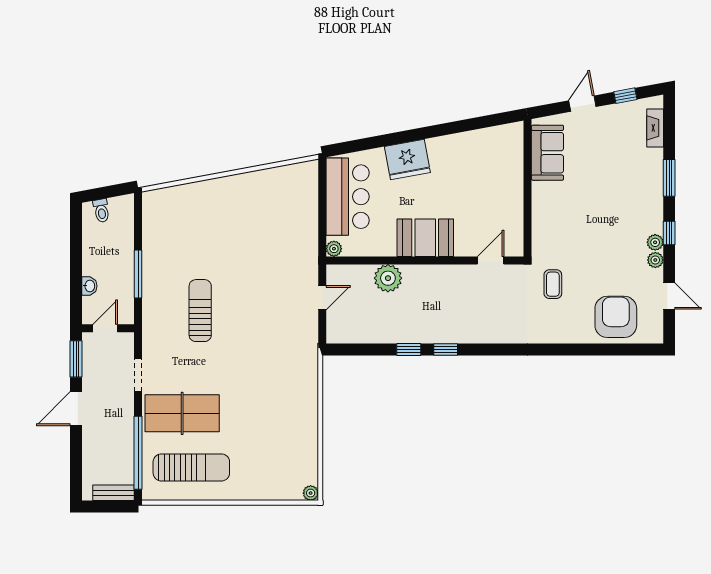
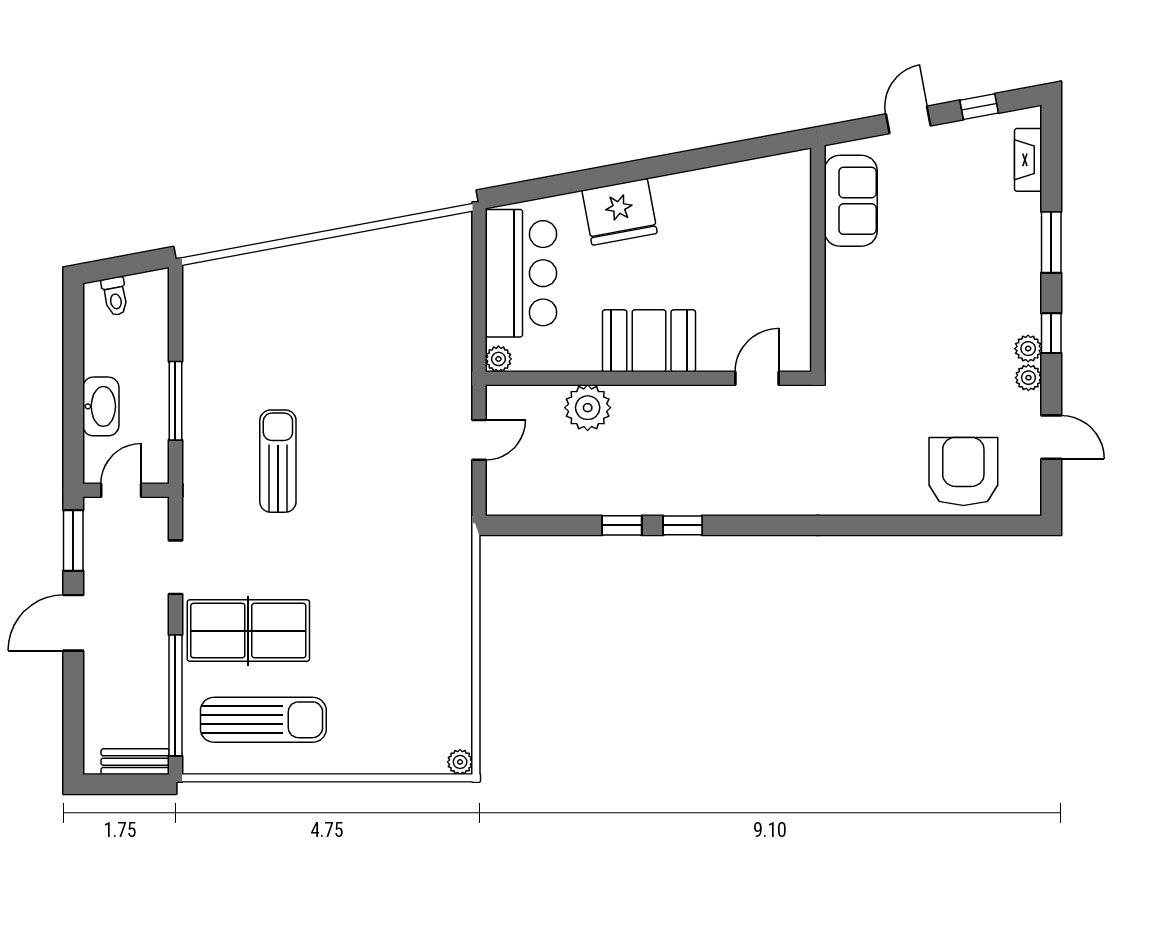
coffee table: (553, 284) -> (860, 418), removed
washbasin: (89, 286) -> (101, 406), width x1.91, depth x1.45

